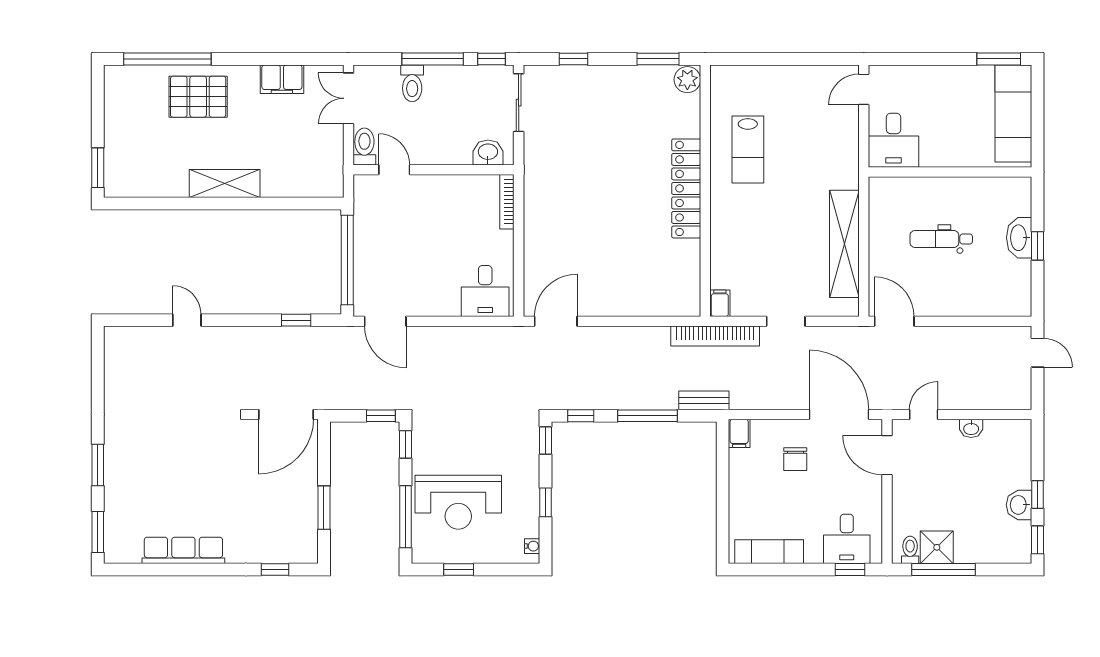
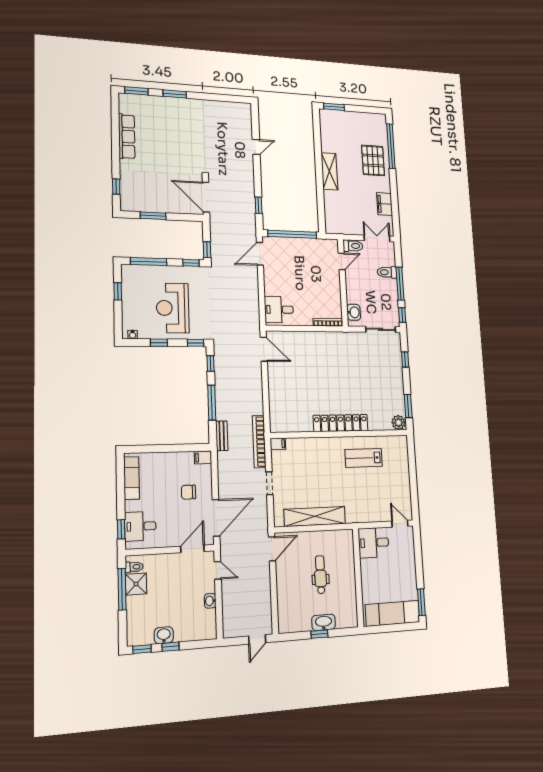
reception desk: (458, 502) -> (173, 308), moved

